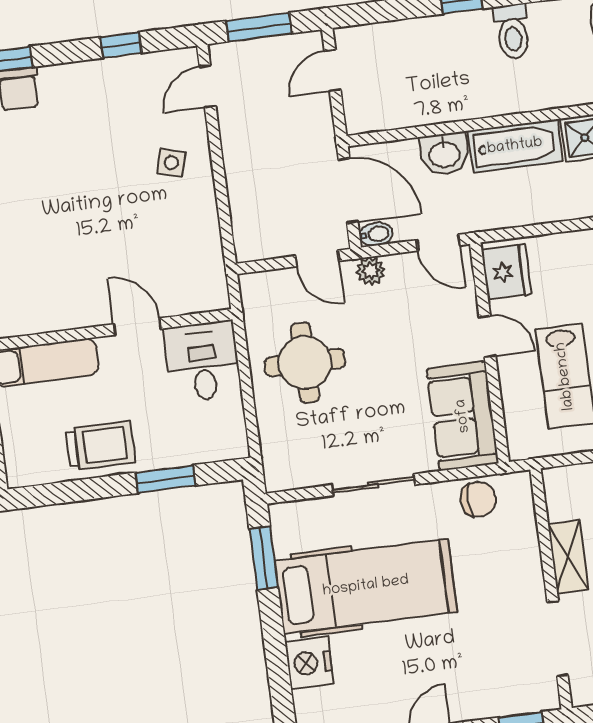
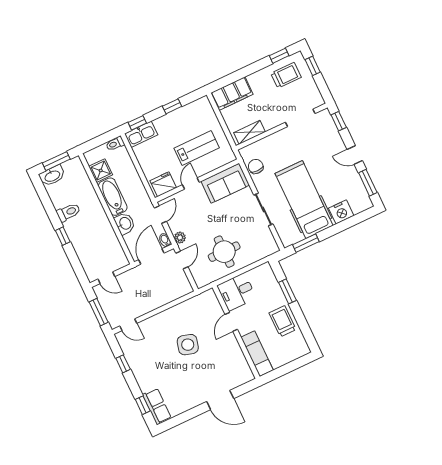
side table: (171, 163) -> (188, 345), moved, width x1.87, depth x1.87
shelving: (568, 557) -> (250, 132), moved

